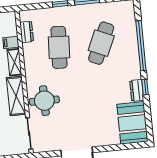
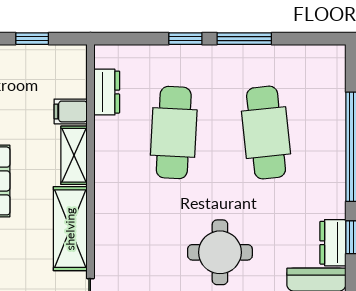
cafe table: (101, 43) -> (266, 133), turned -30
round table: (44, 101) -> (220, 252), moved

